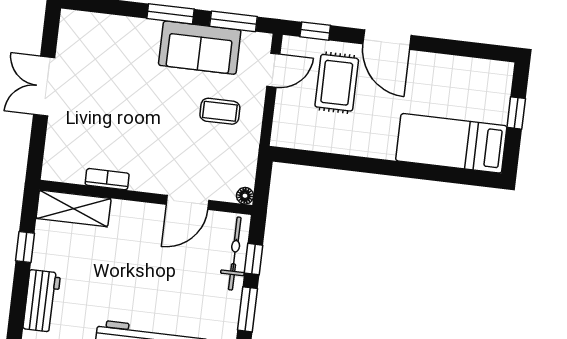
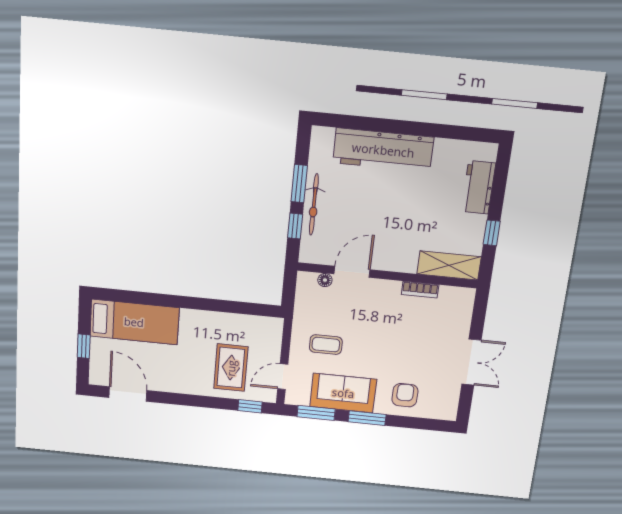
door: (387, 40) -> (128, 394), moved
armchair: (124, 44) -> (405, 395), added
floor lamp: (245, 196) -> (325, 280), moved
bicycle: (235, 254) -> (314, 205), moved

